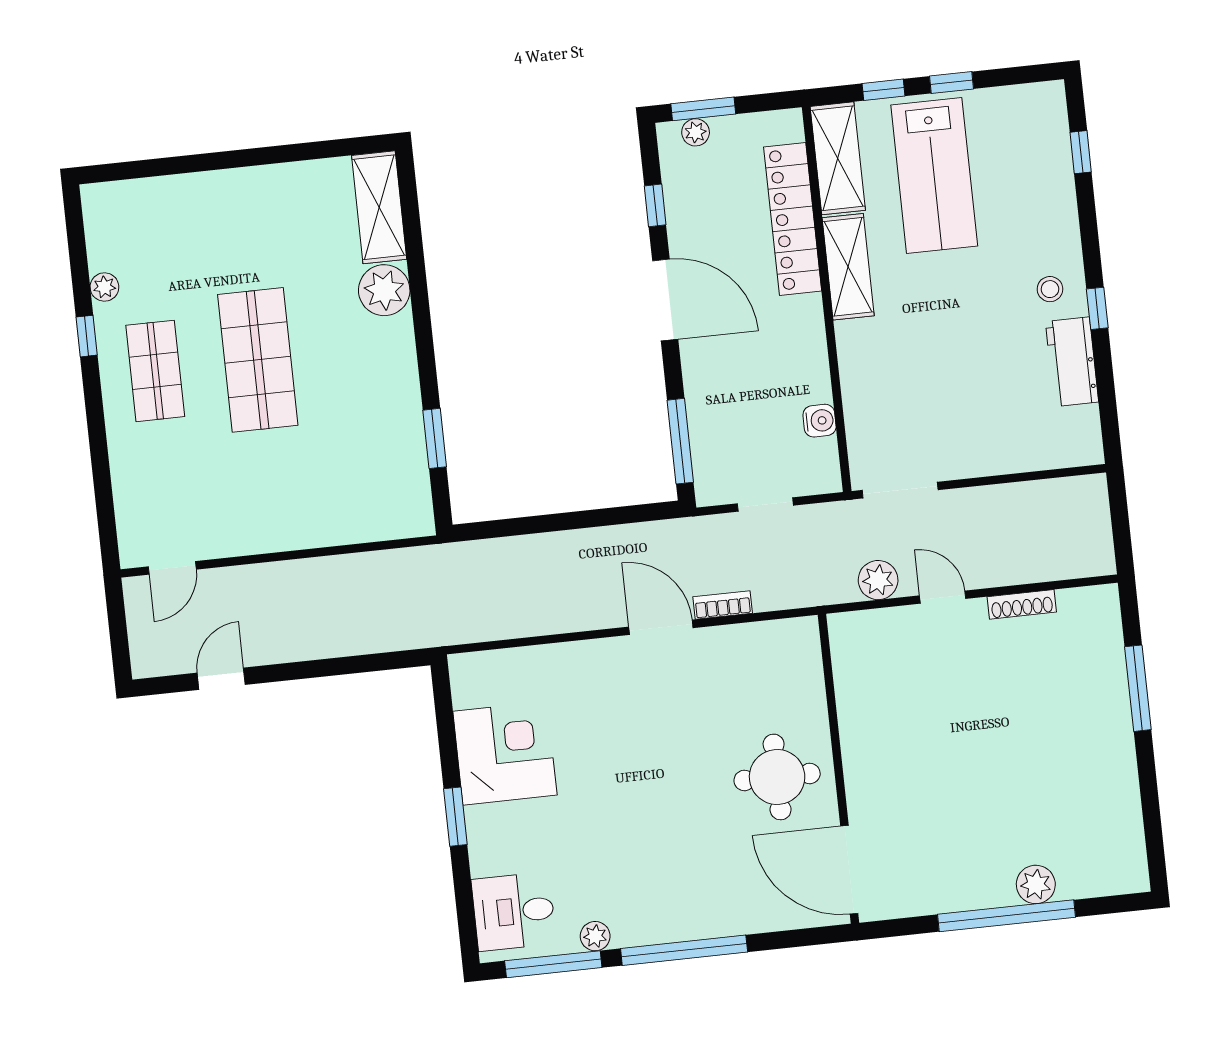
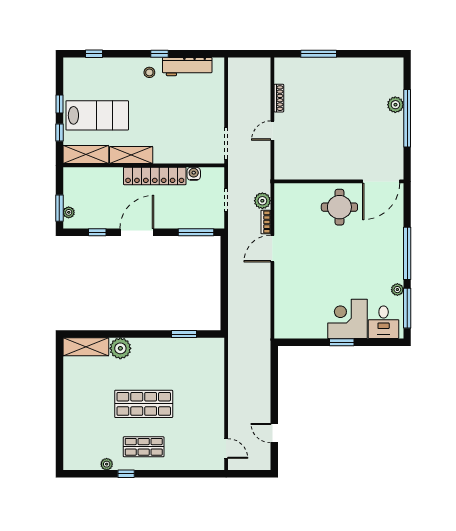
locker: (793, 219) -> (155, 176), moved
workbench: (1072, 362) -> (187, 67), width x1.38
plant: (878, 580) -> (262, 201), moved
corner desk: (505, 753) -> (347, 319), moved

